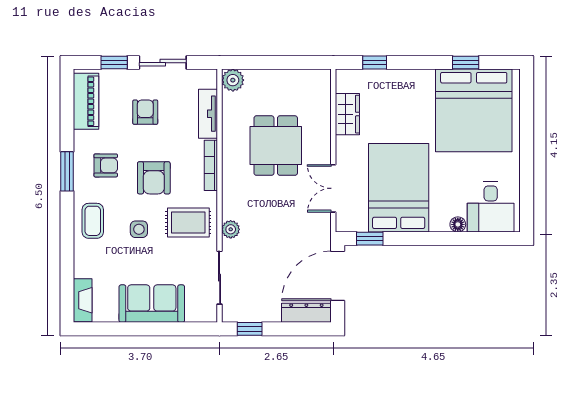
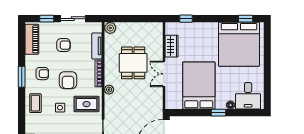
window: (466, 63) -> (246, 19), moved
armchair: (145, 112) -> (63, 45), turned 90
double door: (333, 188) -> (164, 74), moved
plant: (231, 229) -> (109, 90), moved
window: (370, 239) -> (218, 113), moved

